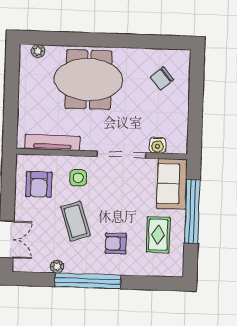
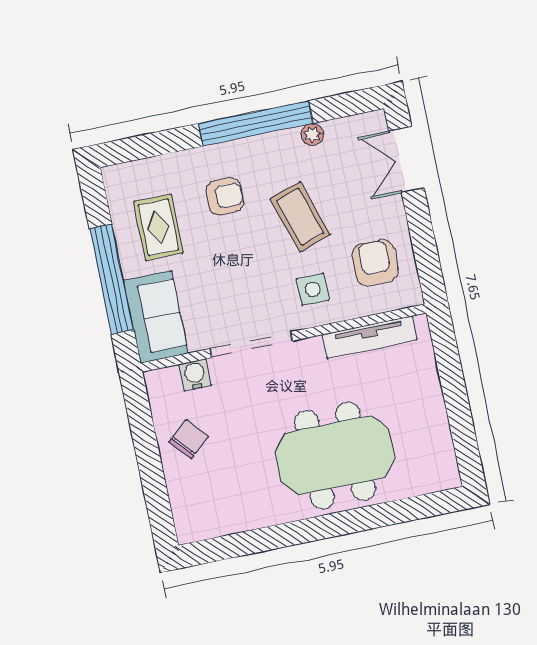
plant: (38, 51) -> (430, 482), removed
chair: (162, 78) -> (189, 439), moved

